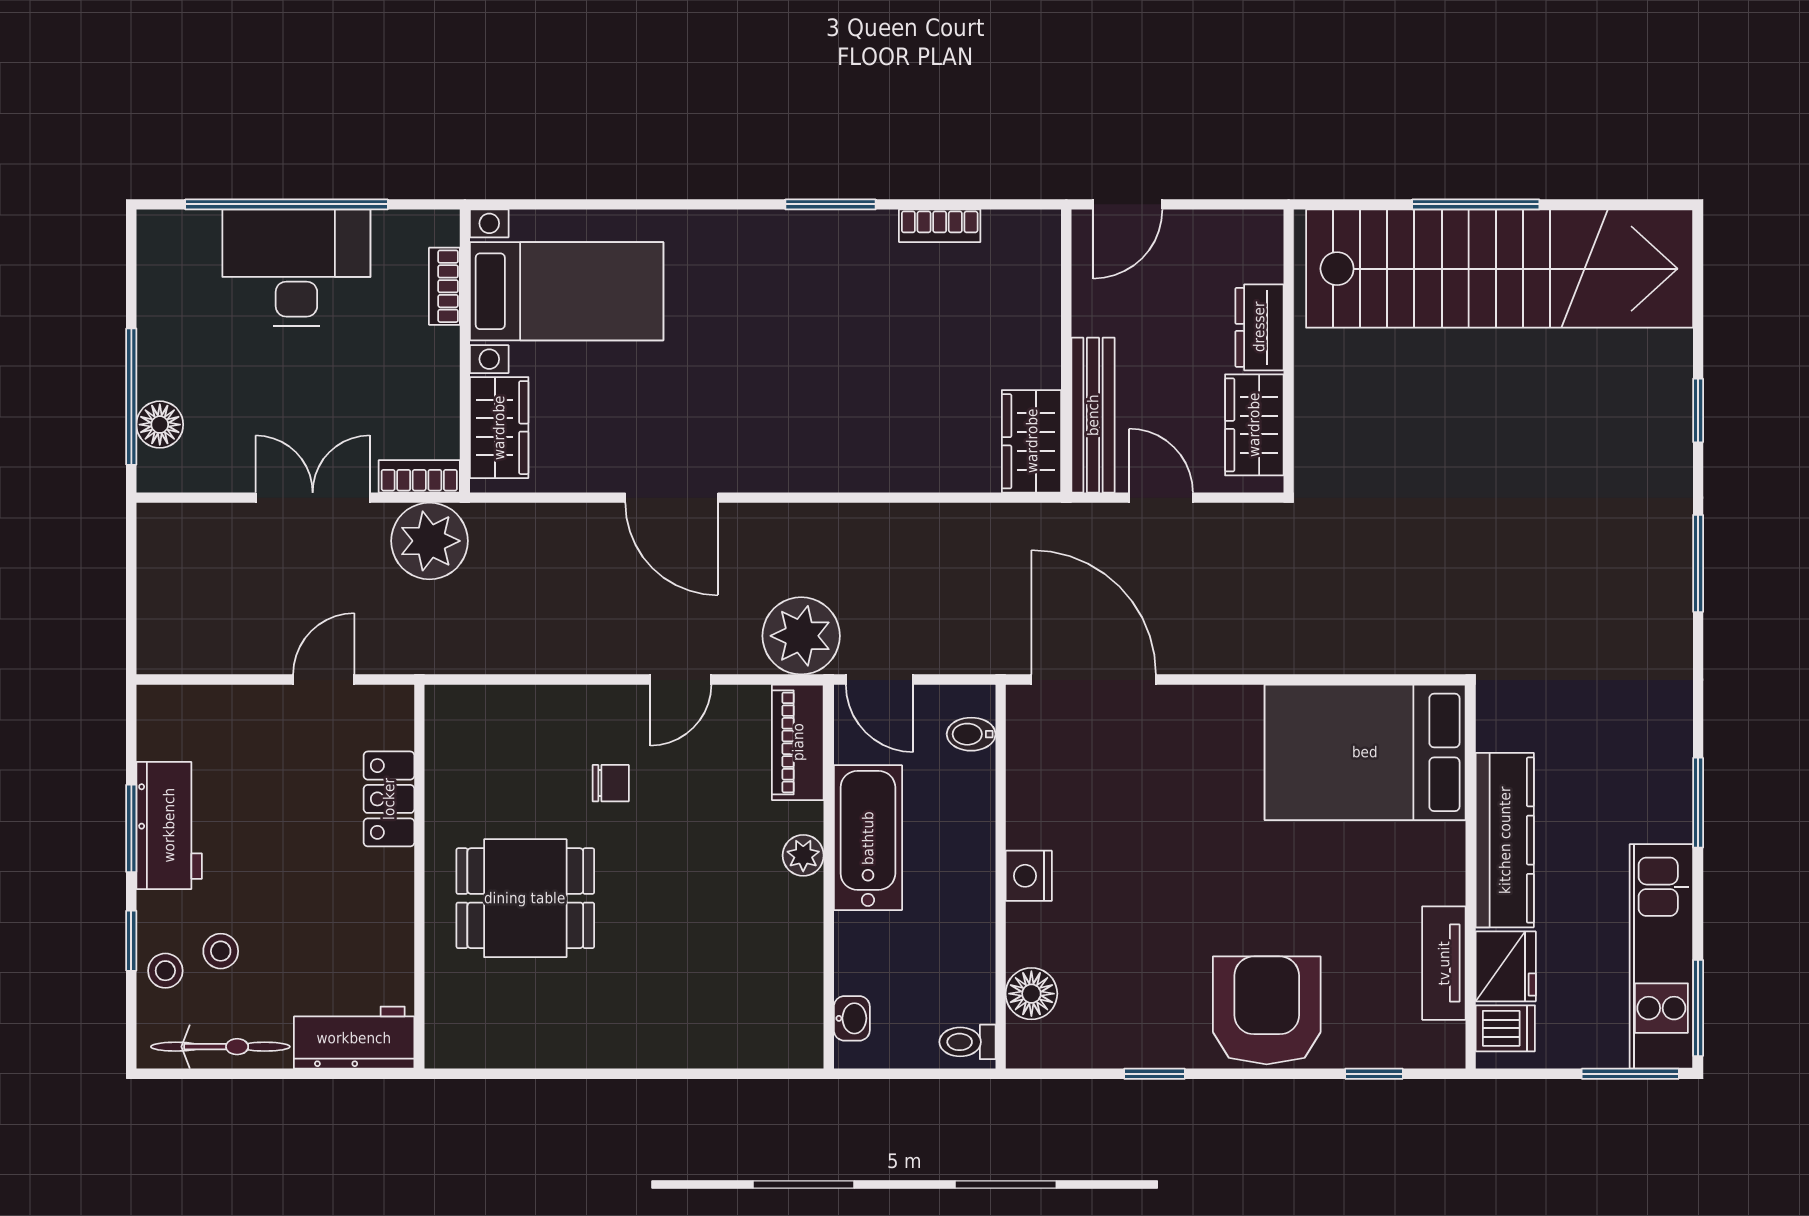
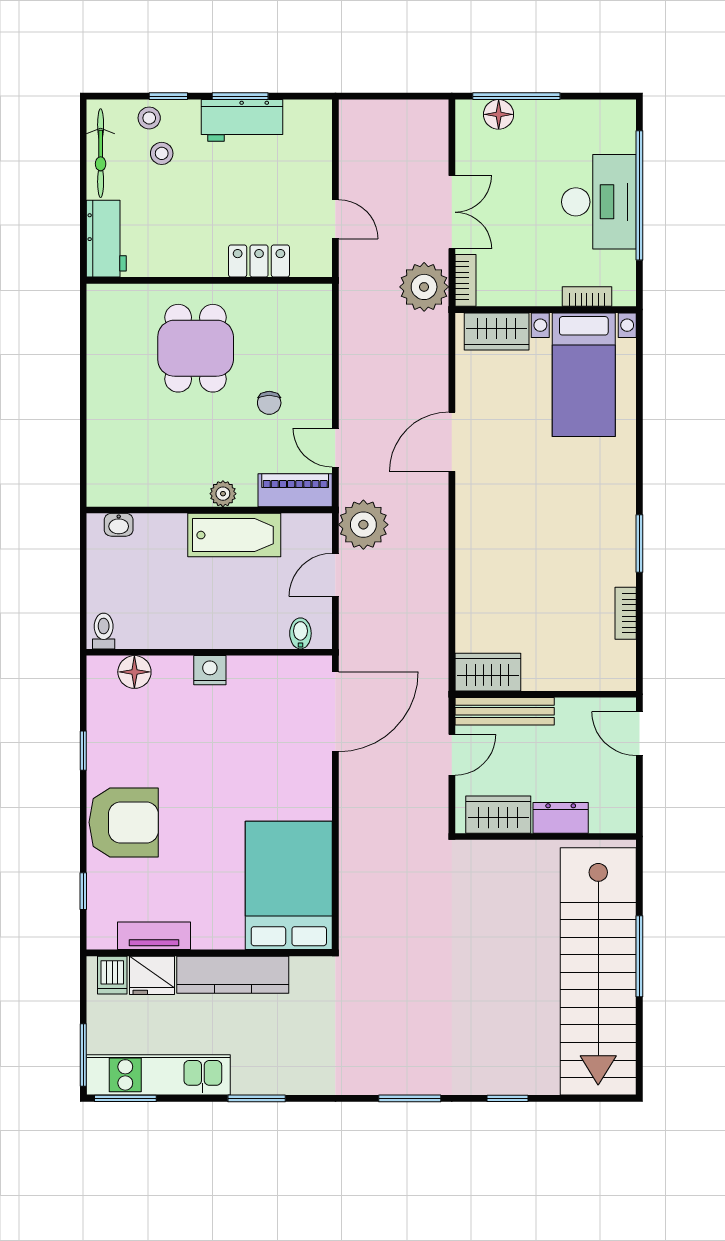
piano: (798, 742) -> (295, 490), moved
bathtub: (868, 838) -> (234, 535), moved
plant: (803, 855) -> (223, 494), moved
wall: (829, 877) -> (209, 510), moved
washbasin: (852, 1018) -> (119, 525), moved

